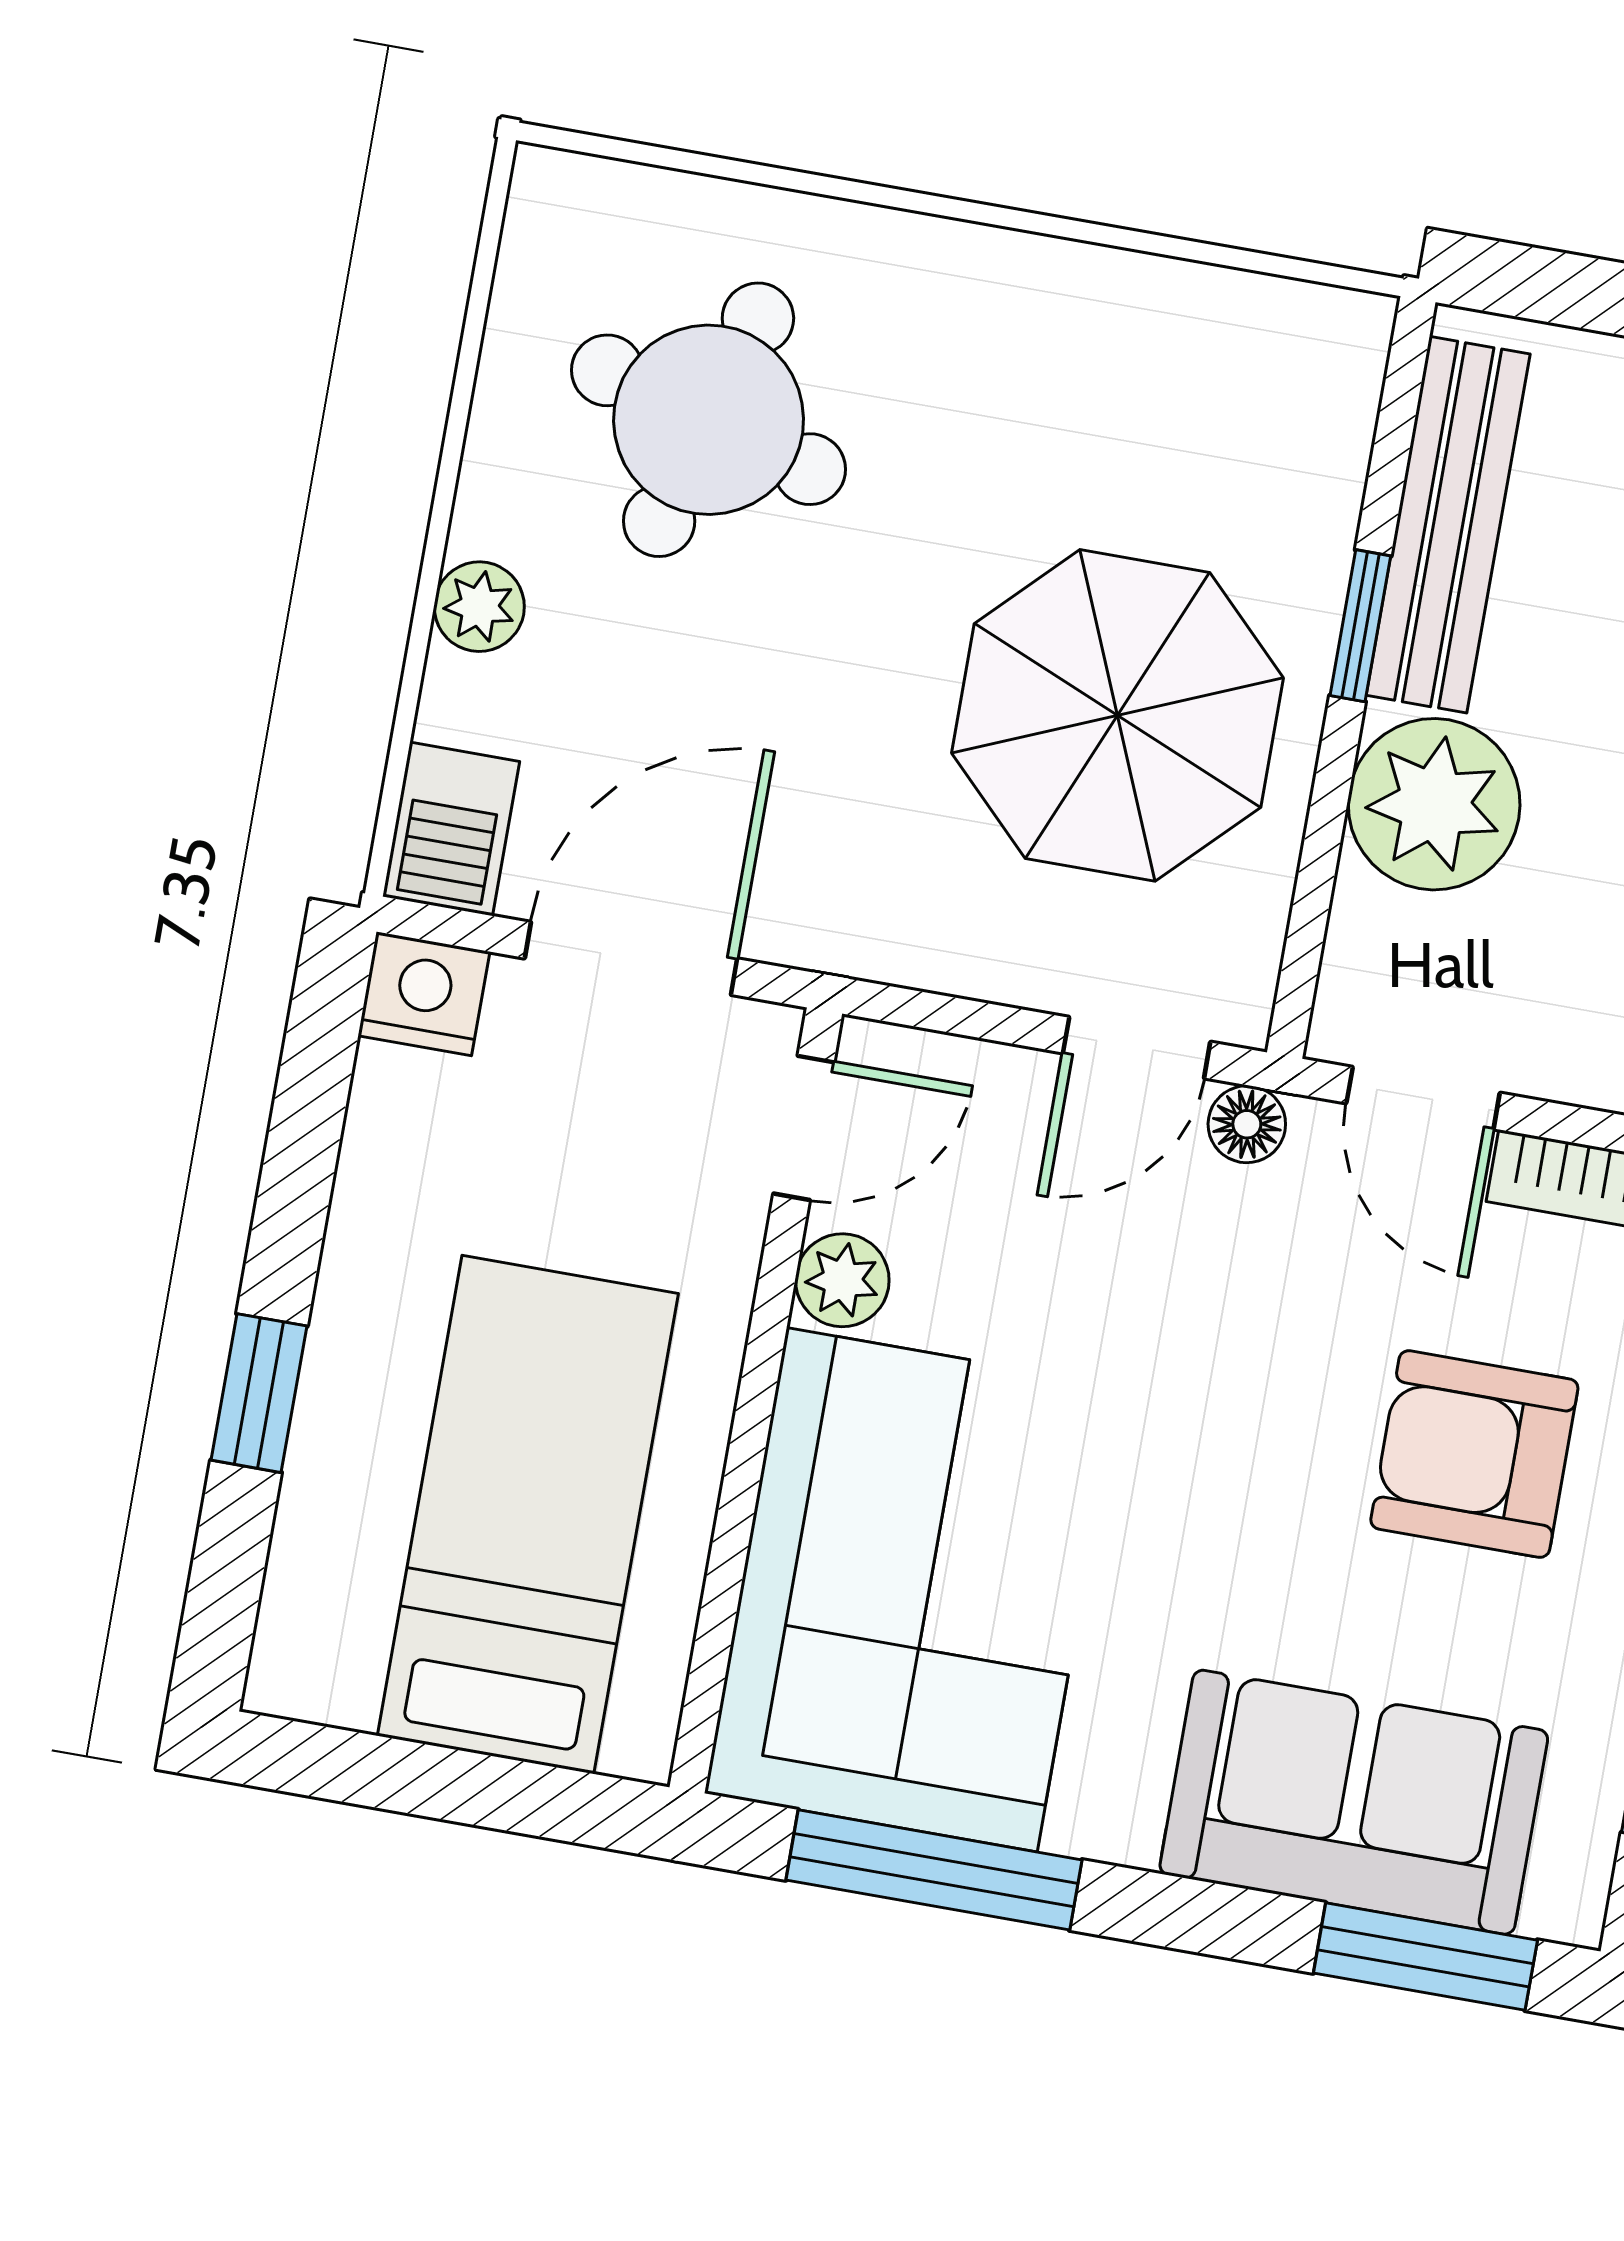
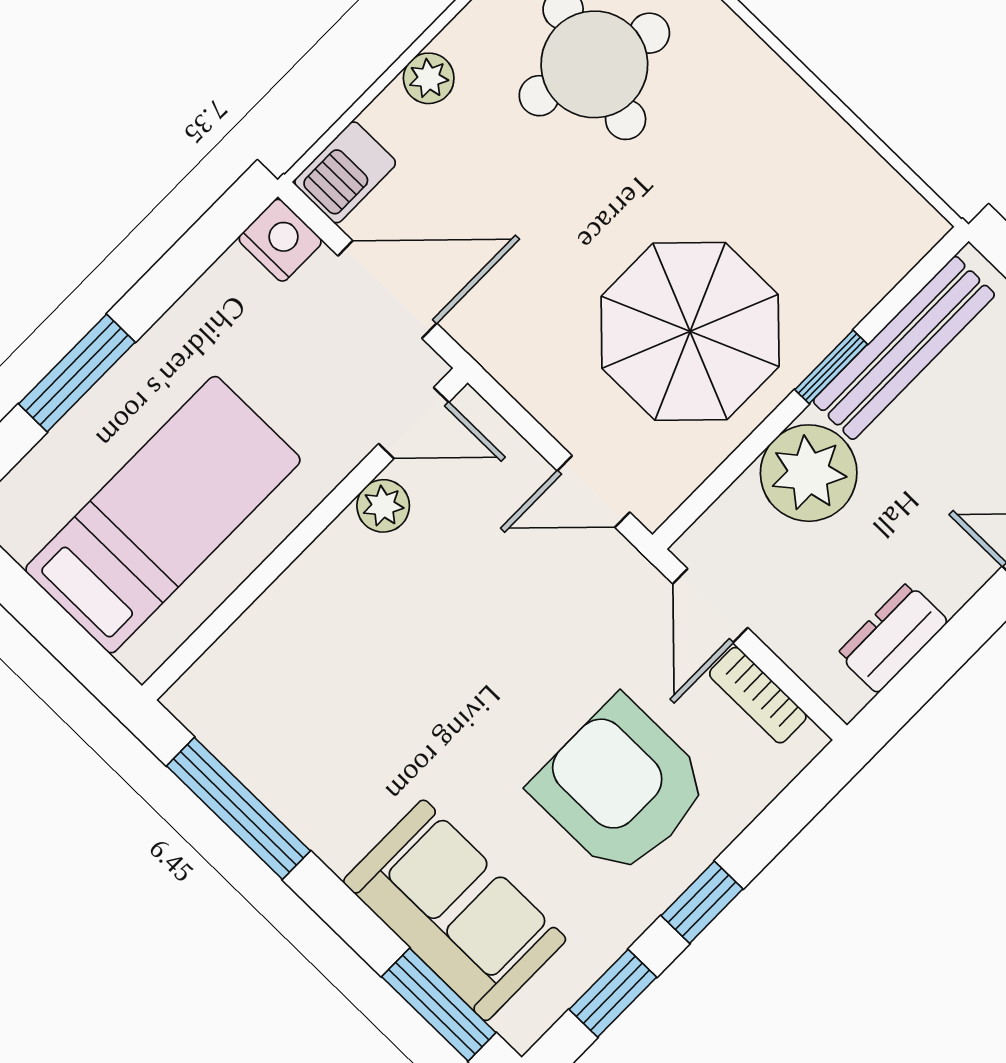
floor lamp: (1247, 1124) -> (620, 562), removed
window: (259, 1393) -> (77, 373), width x1.50
armchair: (1474, 1454) -> (621, 787), width x1.36, depth x1.36
corner sofa: (912, 1590) -> (317, 671), removed

